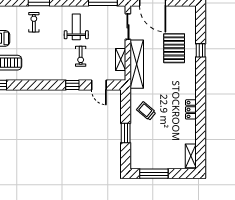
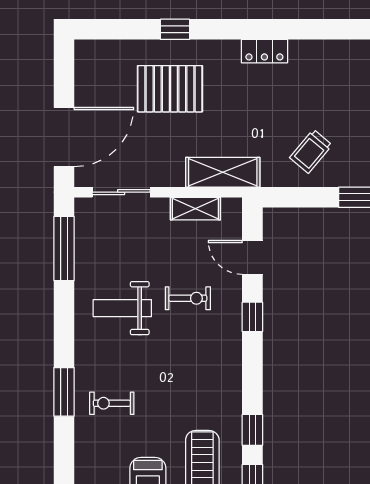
shelving: (137, 64) -> (223, 172), width x0.68
window: (22, 85) -> (252, 430), added
door: (99, 85) -> (252, 257), swing flipped
locker: (191, 109) -> (264, 51), moved

